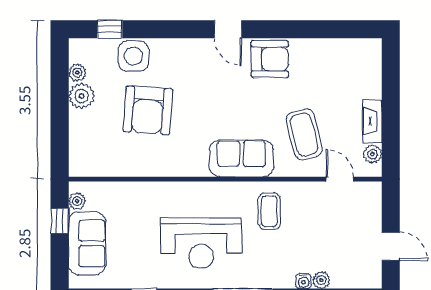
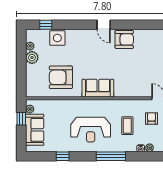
armchair: (148, 110) -> (61, 77), moved, turned 86
coffee table: (304, 134) -> (141, 76), removed
sofa: (241, 158) -> (98, 88), moved
coffee table: (269, 211) -> (127, 126), moved
armchair: (326, 220) -> (152, 119), added

